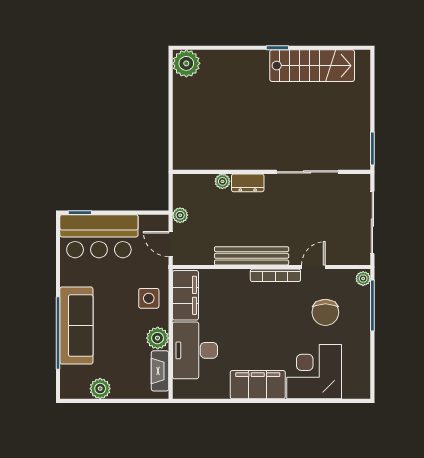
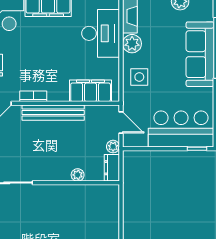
dresser: (248, 183) -> (112, 168), moved, turned -90
bookcase: (275, 275) -> (33, 96), width x0.64
filing cabinet: (185, 295) -> (91, 91), moved, turned 90

